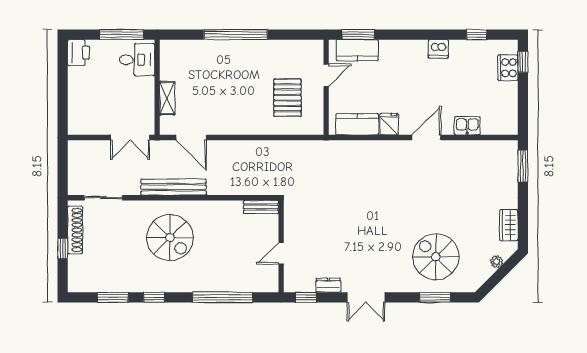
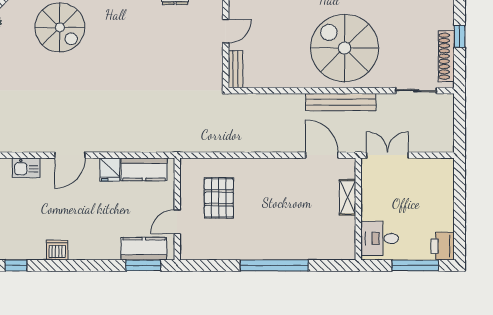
window: (122, 35) -> (415, 265), moved
bench: (261, 207) -> (235, 69), moved, turned 90
spiral stairs: (170, 238) -> (345, 48), width x1.37, depth x1.37

